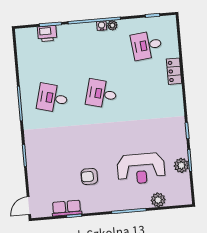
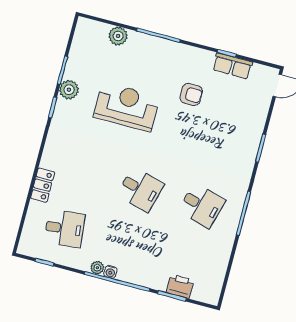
plant: (181, 165) -> (69, 90), moved
reception desk: (141, 169) -> (127, 107), moved

